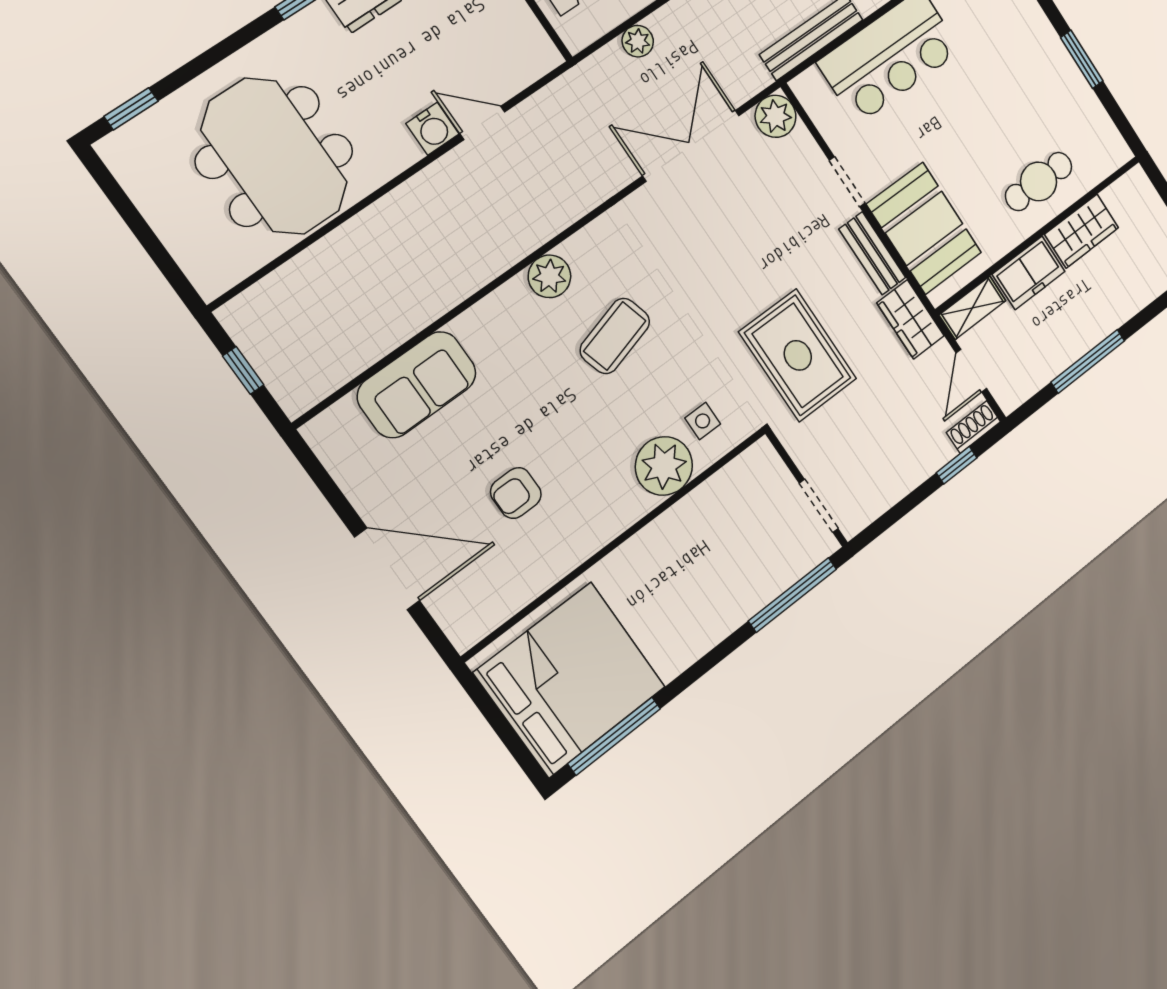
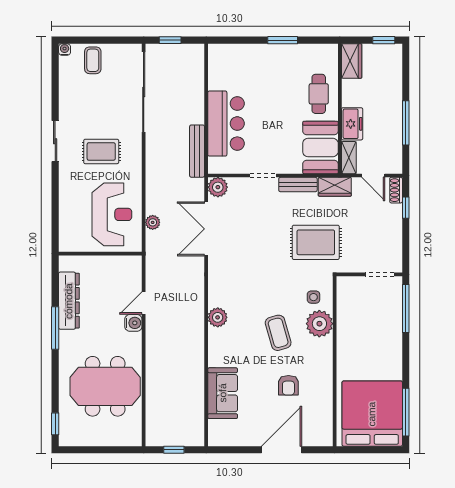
booth: (924, 228) -> (320, 147), moved, turned 90
wardrobe: (1082, 231) -> (352, 61), moved
coffee table: (615, 336) -> (278, 333), moved

